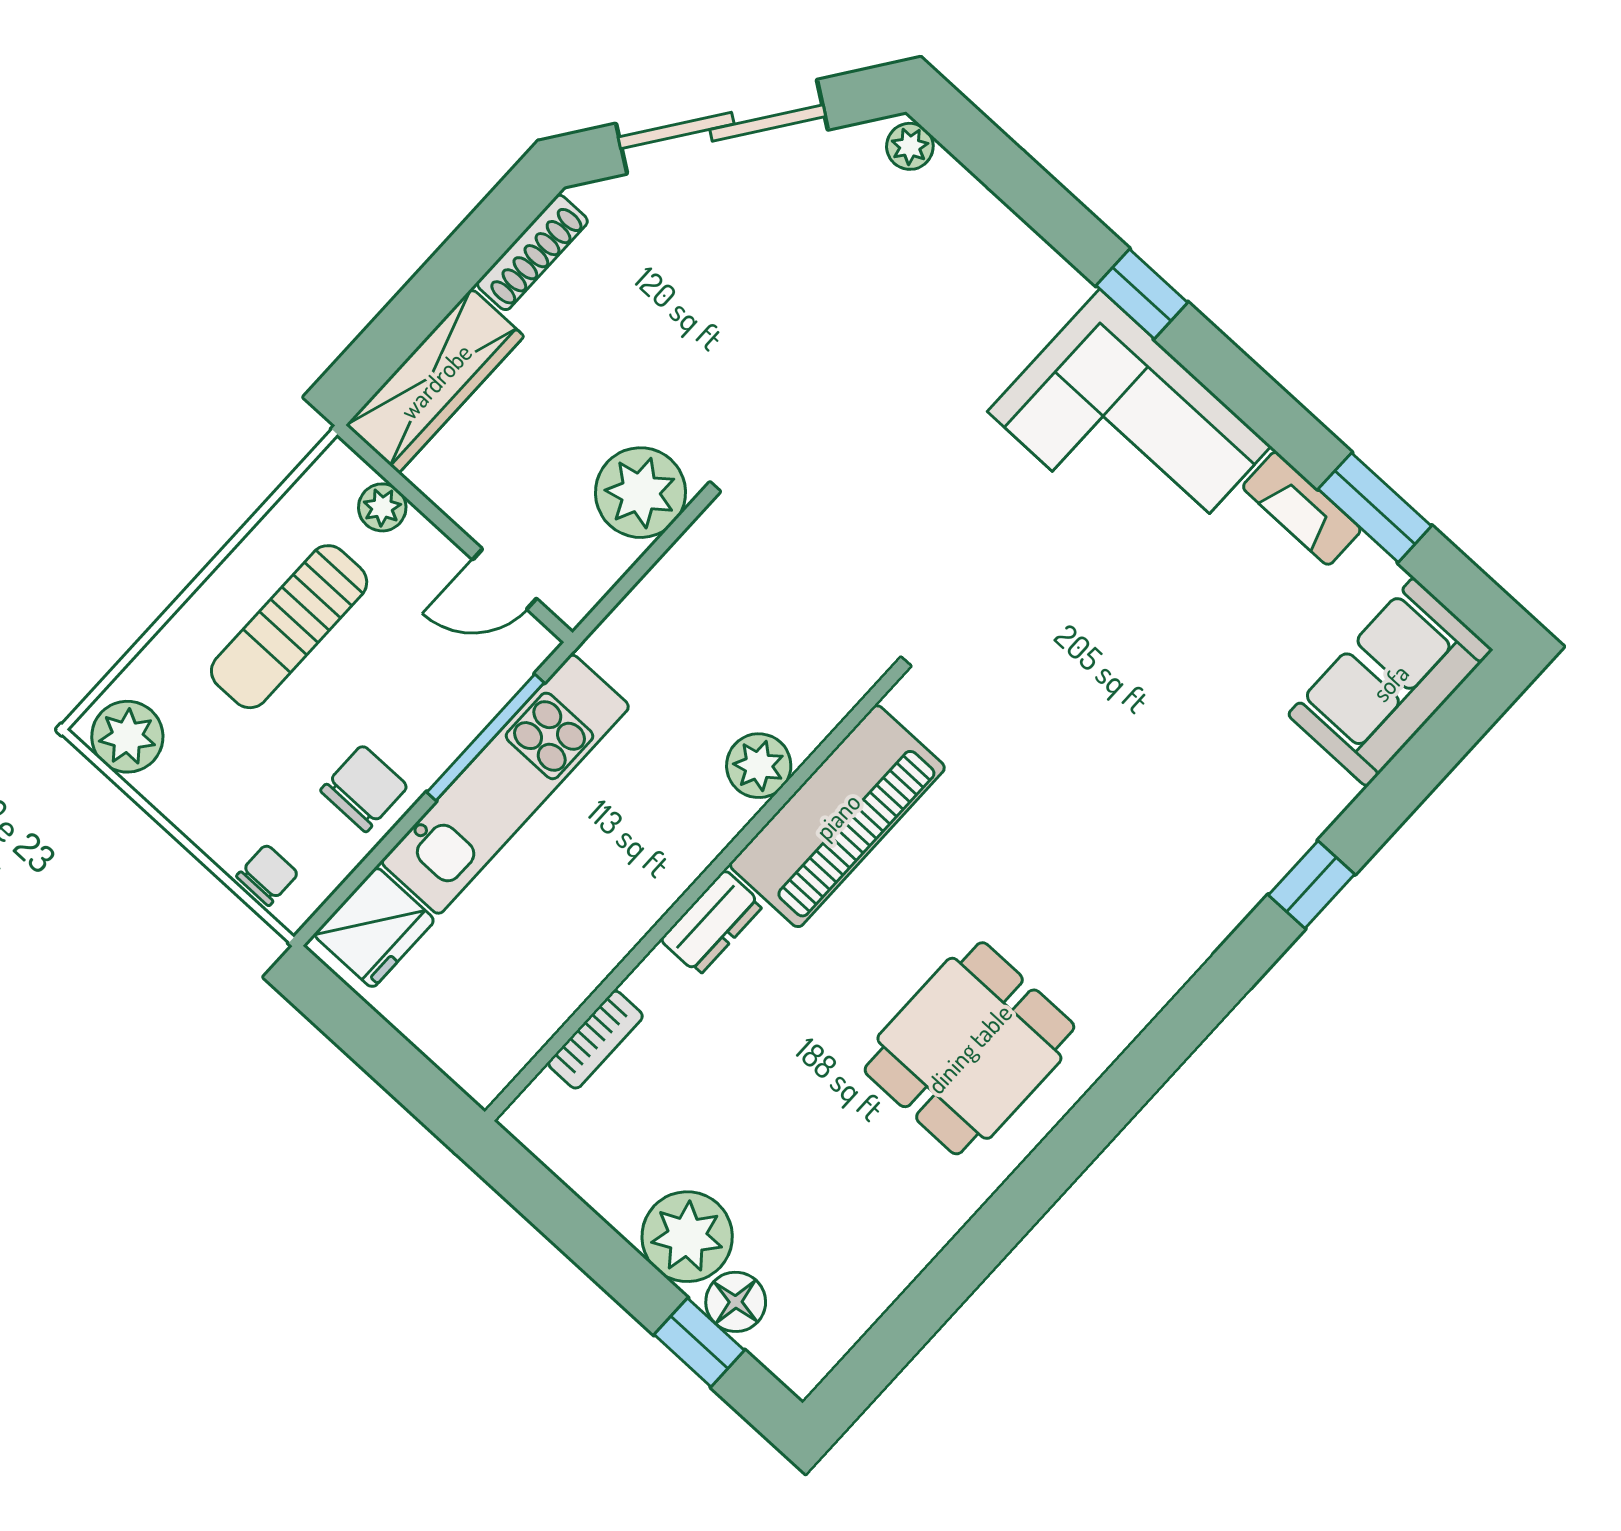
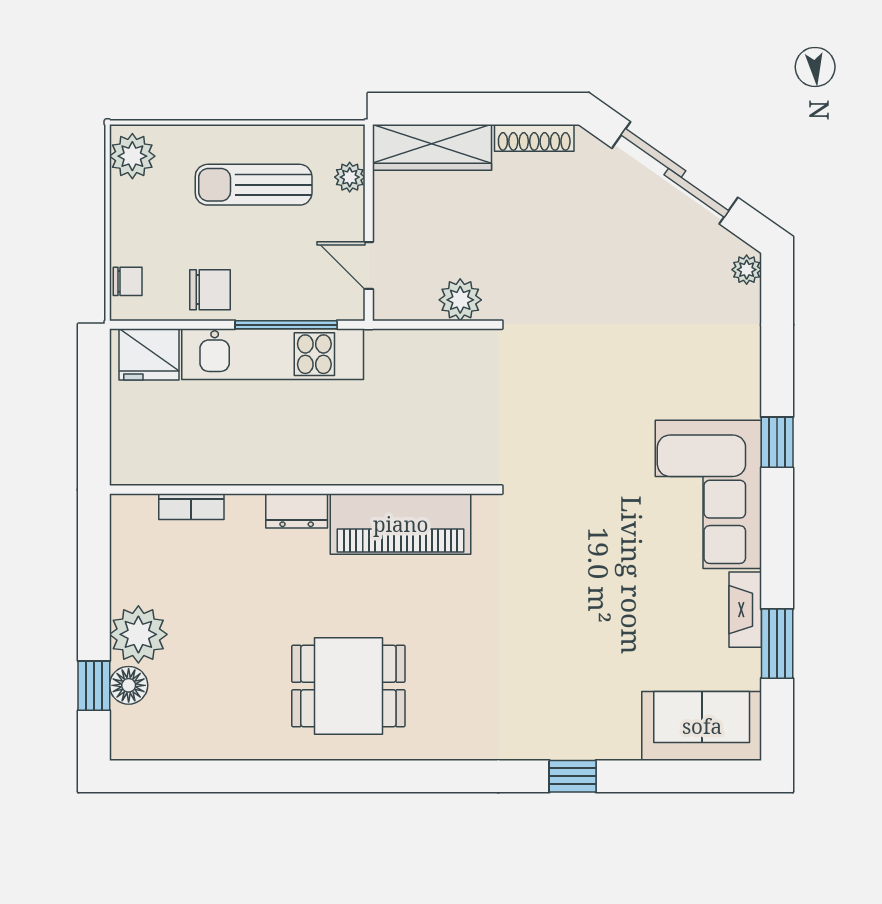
plant: (640, 493) -> (460, 300), width x0.73, depth x0.73
plant: (759, 766) -> (390, 465), removed

